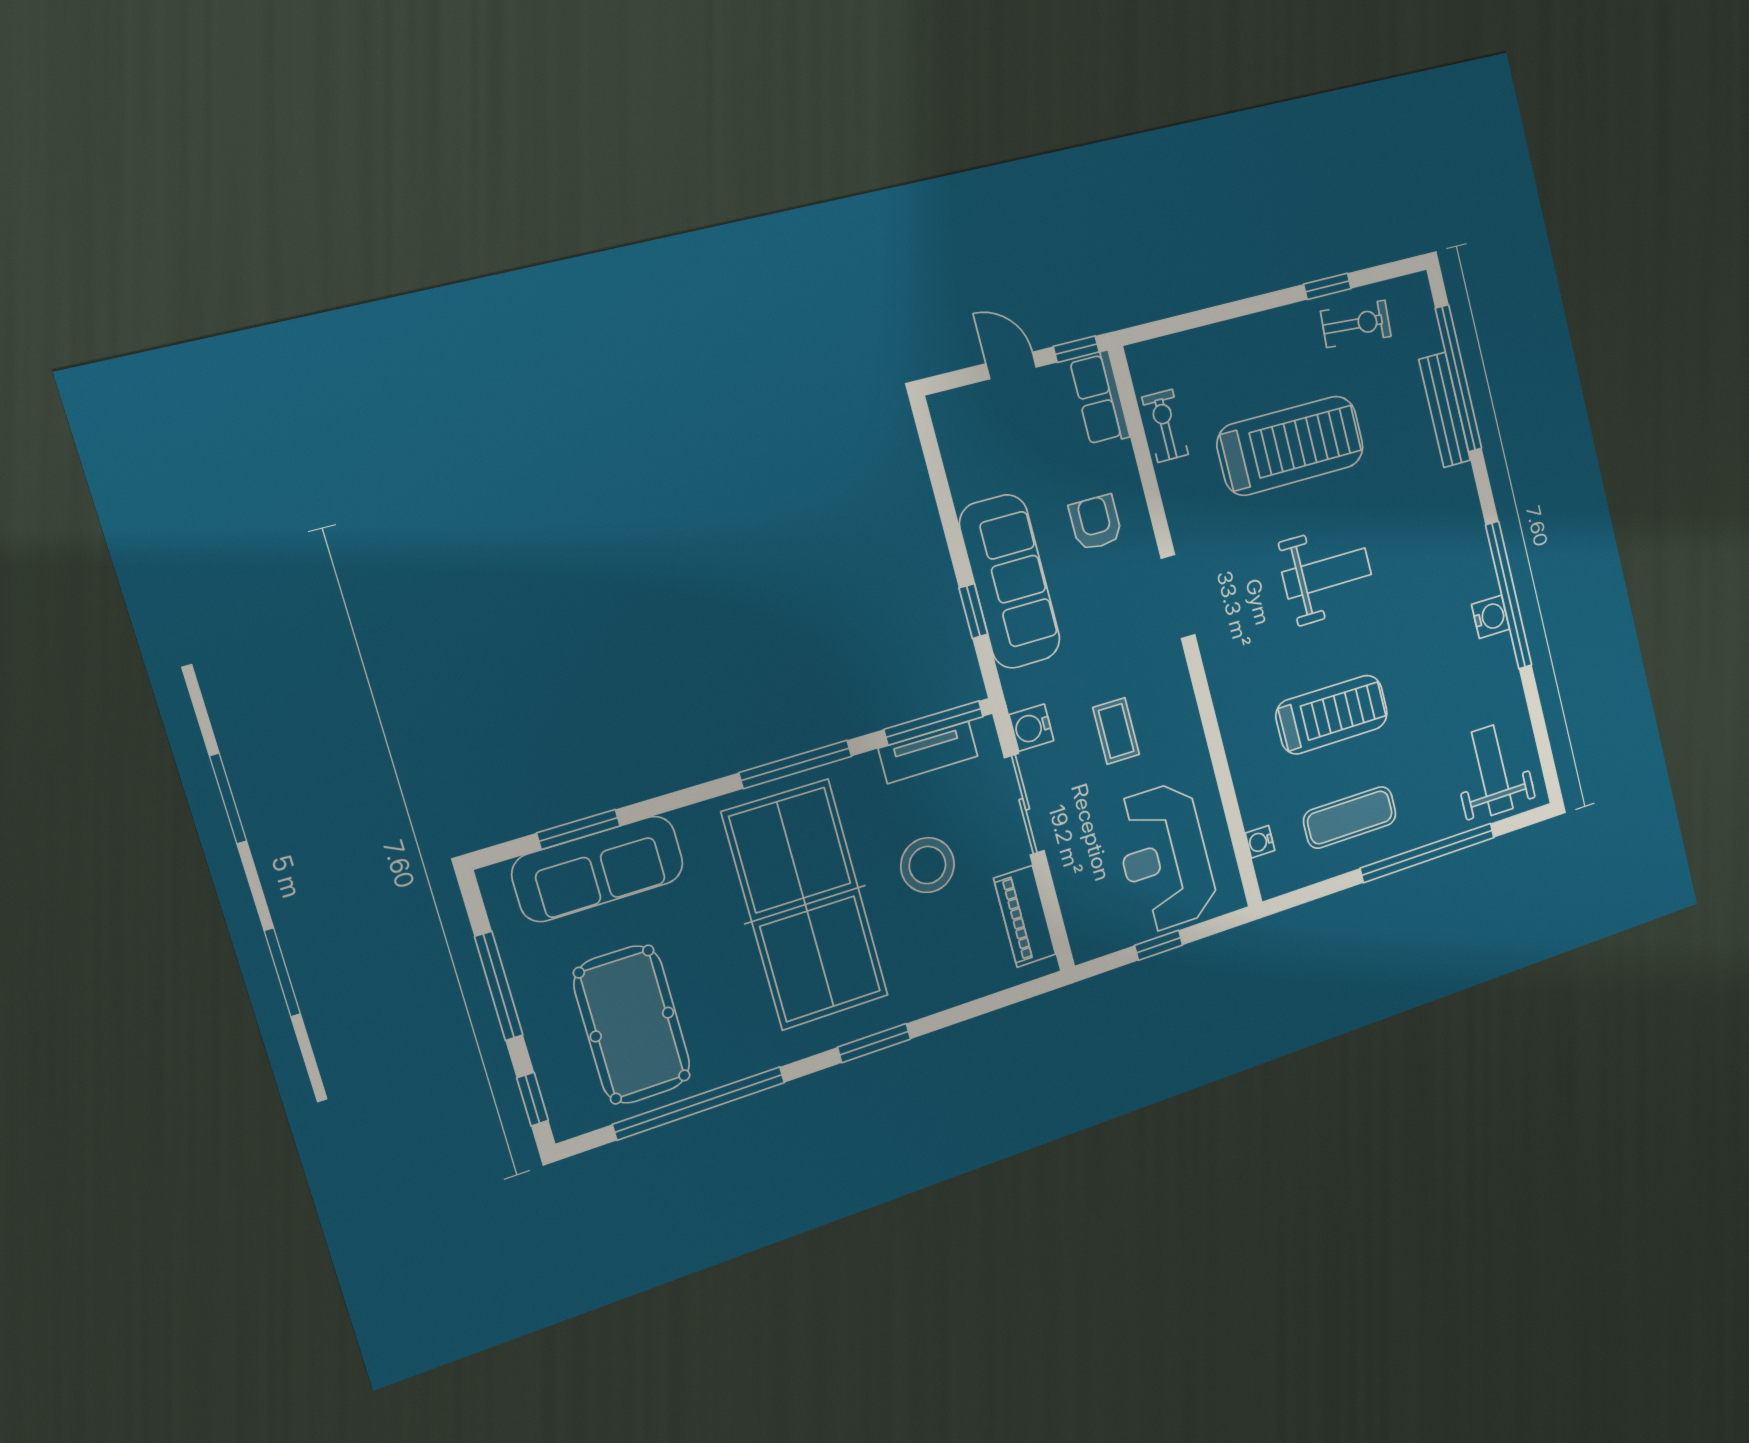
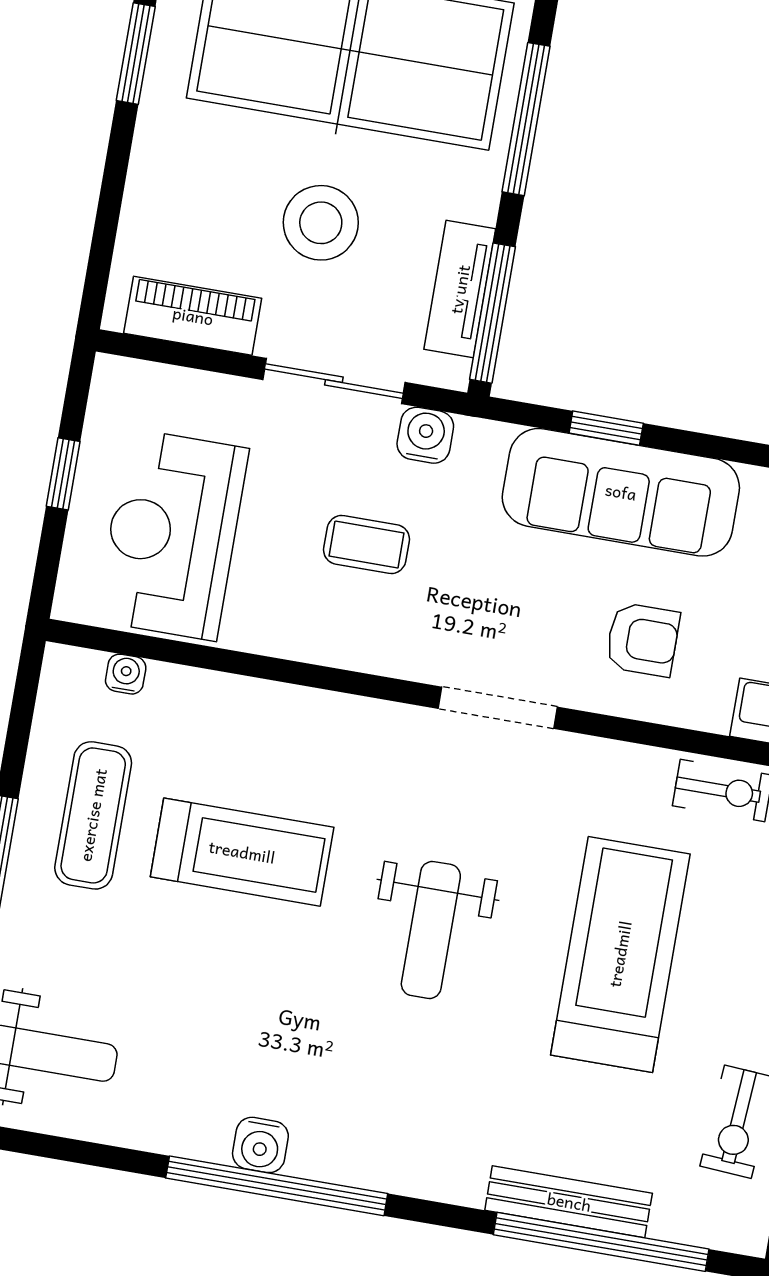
treadmill: (1291, 446) -> (620, 954), turned 180
treadmill: (1332, 715) -> (242, 852), turned -90
reception desk: (1165, 857) -> (172, 535), turned -90

